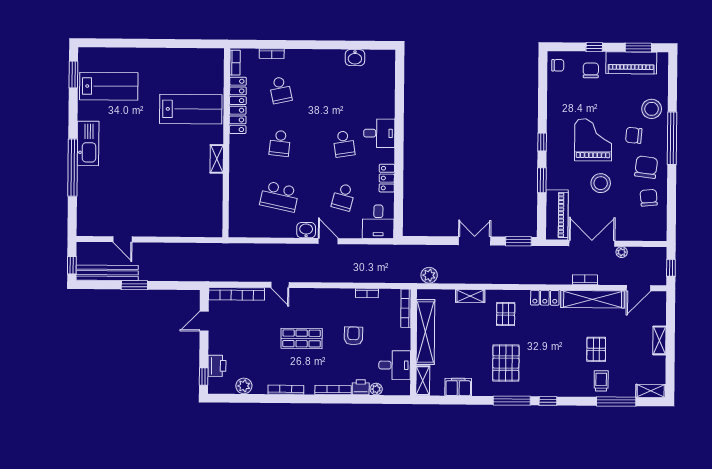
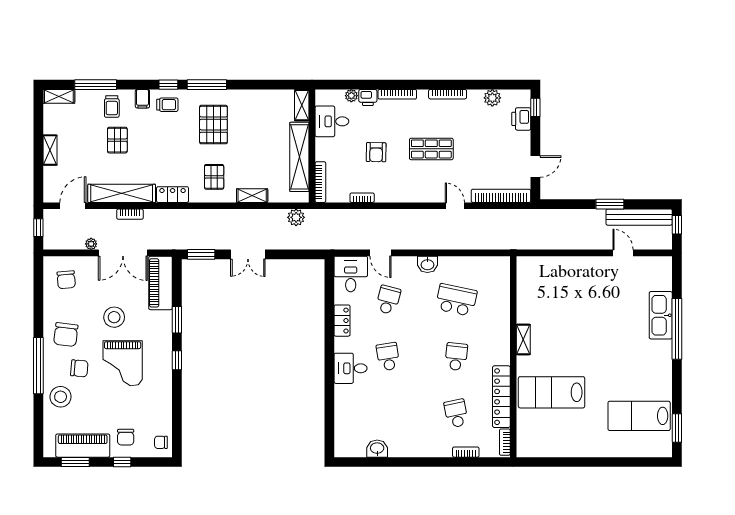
kitchen sink: (88, 143) -> (661, 315), moved
chair: (649, 198) -> (66, 280), moved
door: (328, 241) -> (380, 253), moved
trolley: (549, 382) -> (167, 105), added
filing cabinet: (458, 387) -> (142, 99), moved, width x0.50

